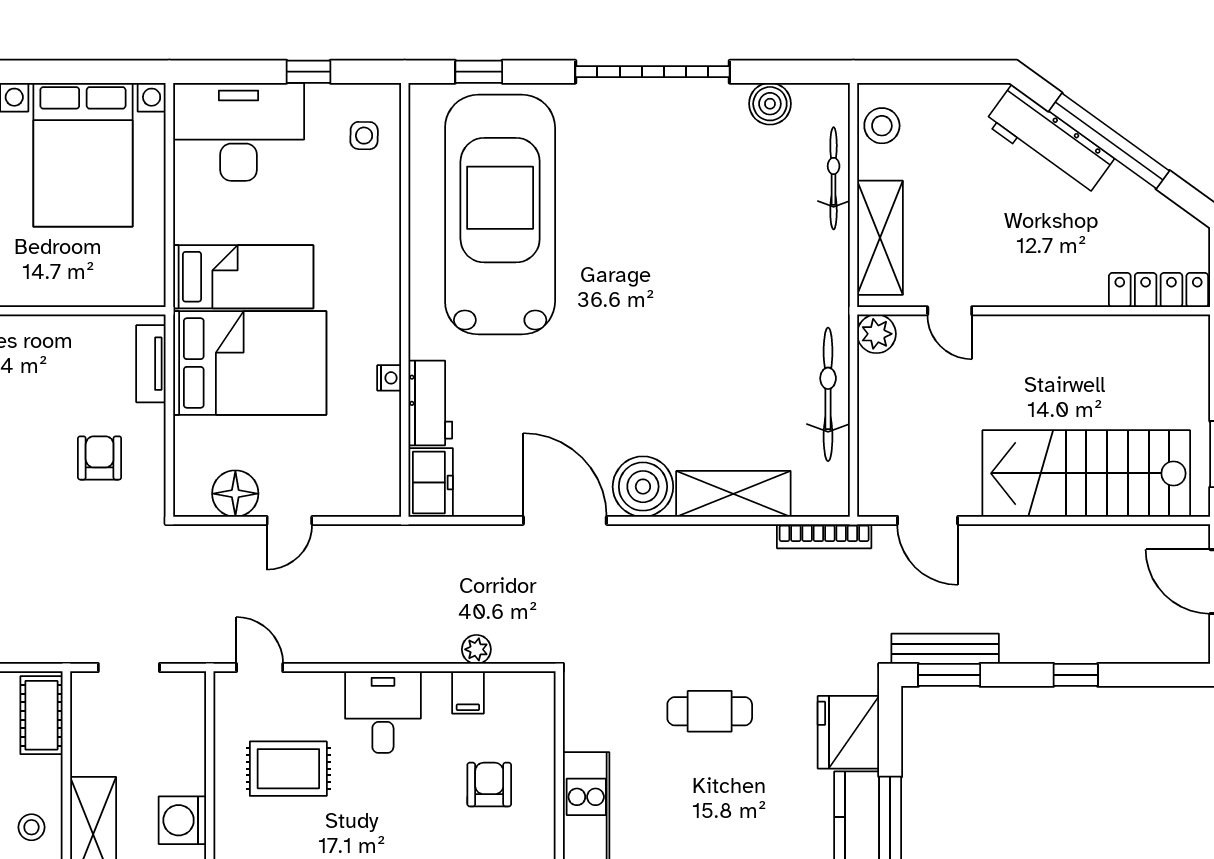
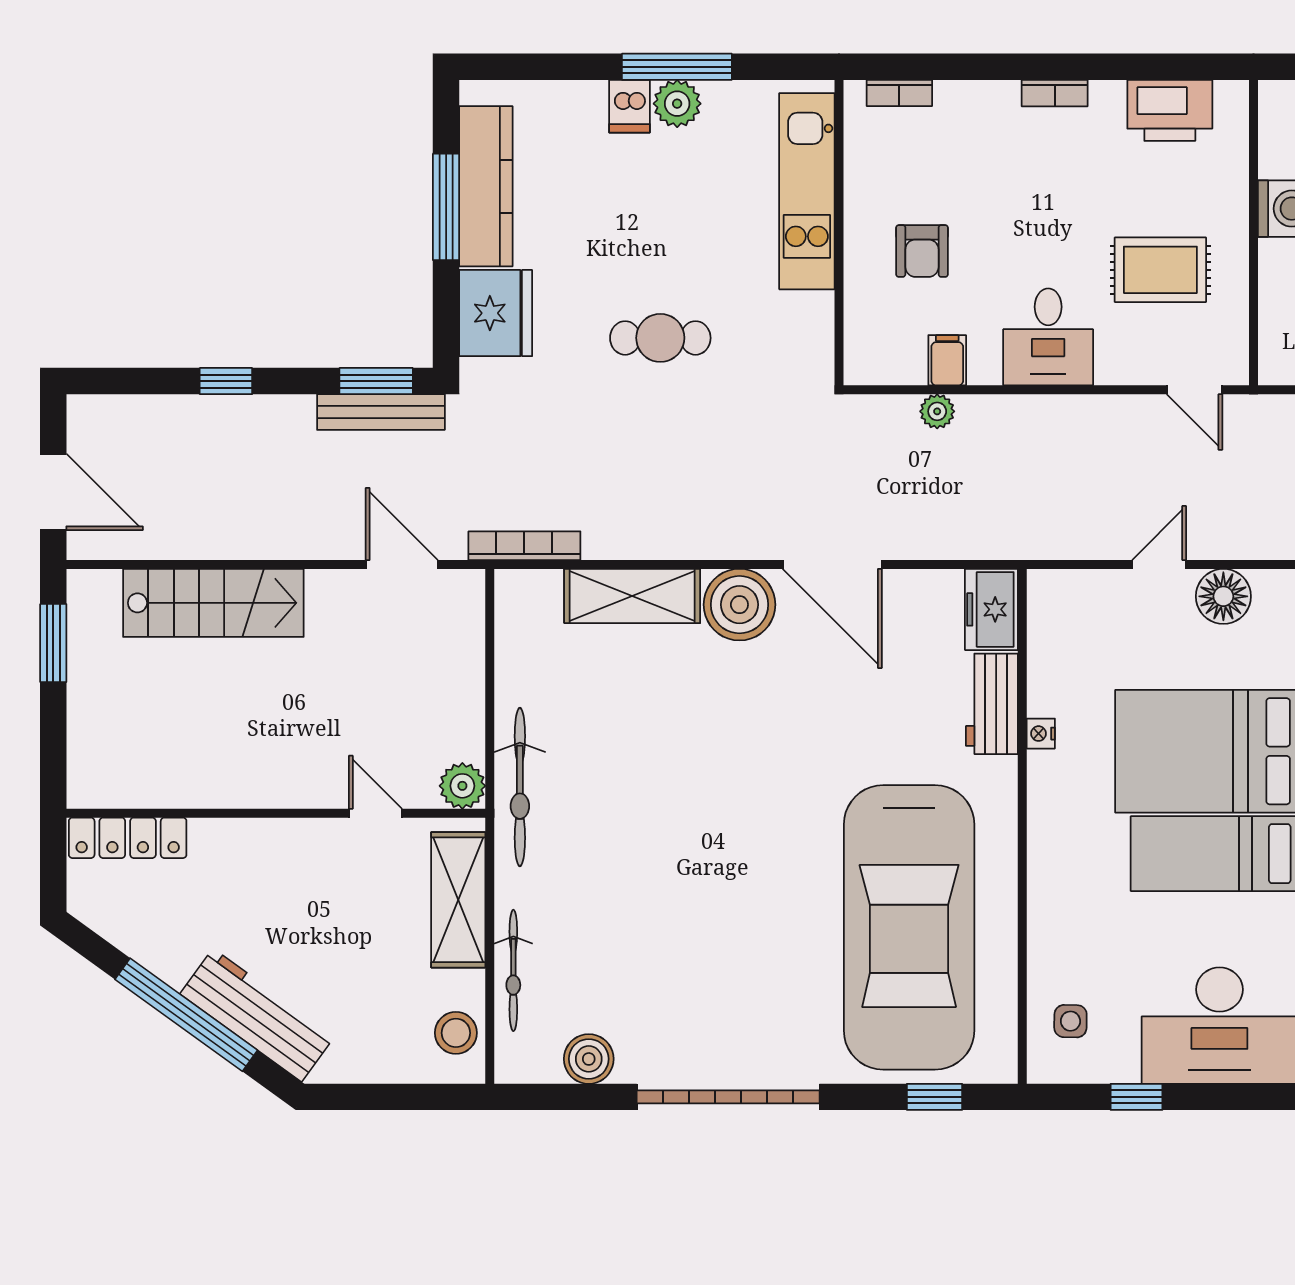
bicycle: (828, 394) -> (520, 787), moved
stairs: (1086, 473) -> (213, 603), width x0.73, depth x0.66

